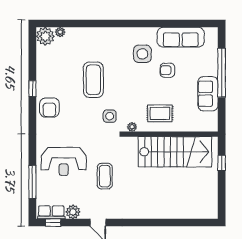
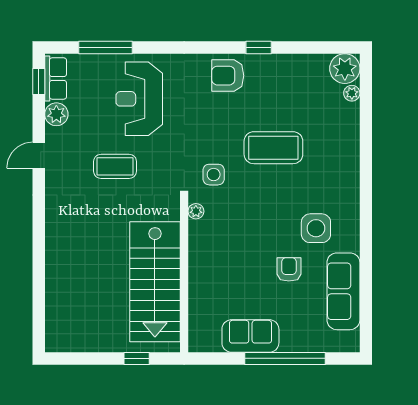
rug: (160, 113) -> (218, 257), removed

